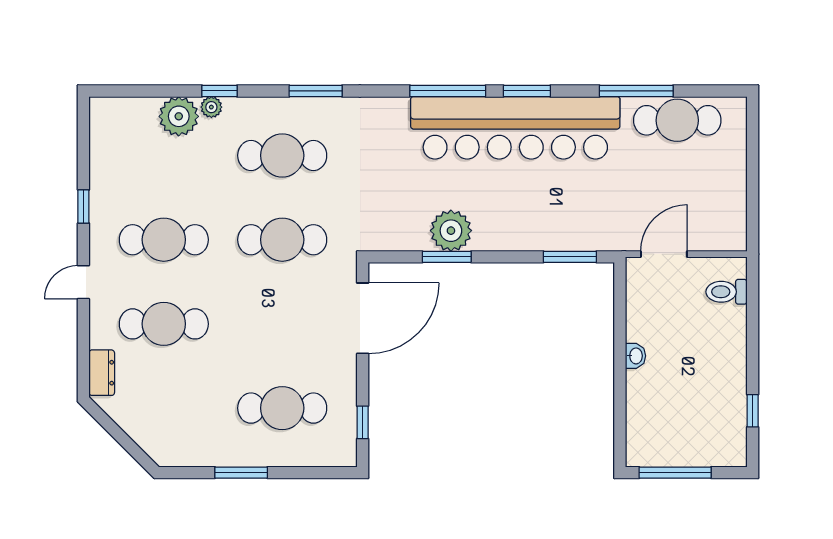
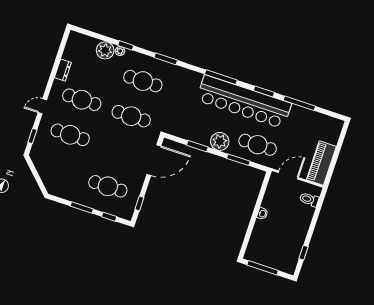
window: (527, 91) -> (264, 91), moved
cafe table: (677, 120) -> (258, 145), moved
piano: (727, 204) -> (321, 163), added
window: (83, 206) -> (32, 136), moved
plant: (451, 231) -> (220, 141), moved
window: (570, 257) -> (238, 160), moved
dresser: (102, 373) -> (63, 70), moved
window: (307, 473) -> (109, 217), added

